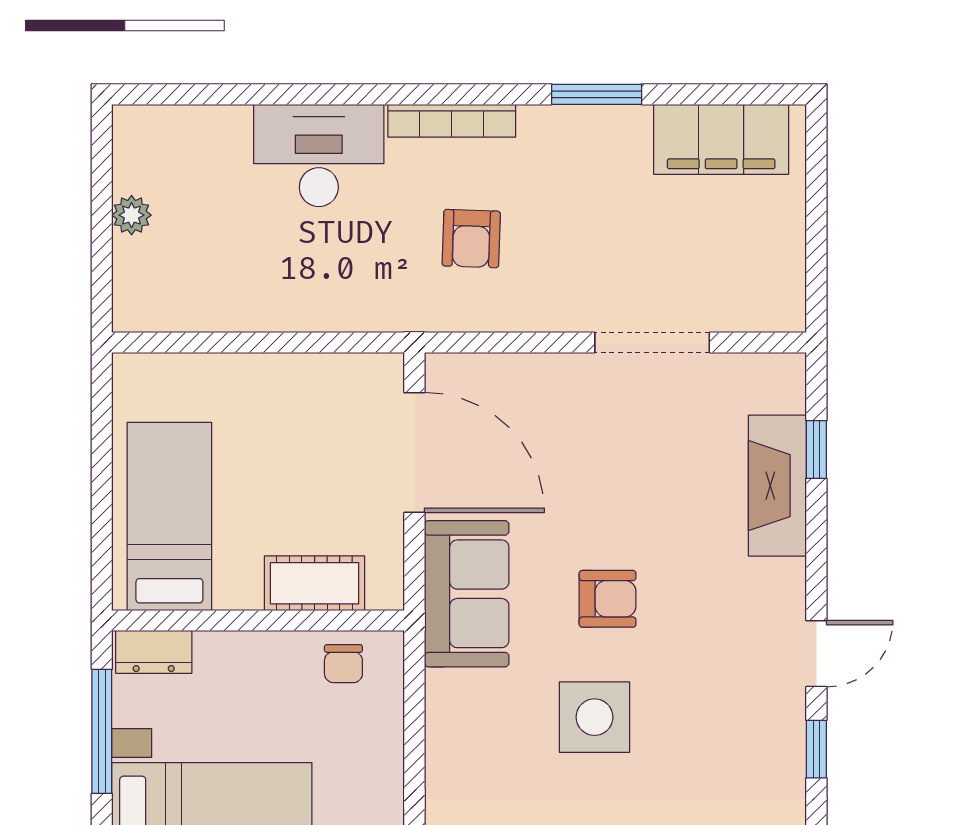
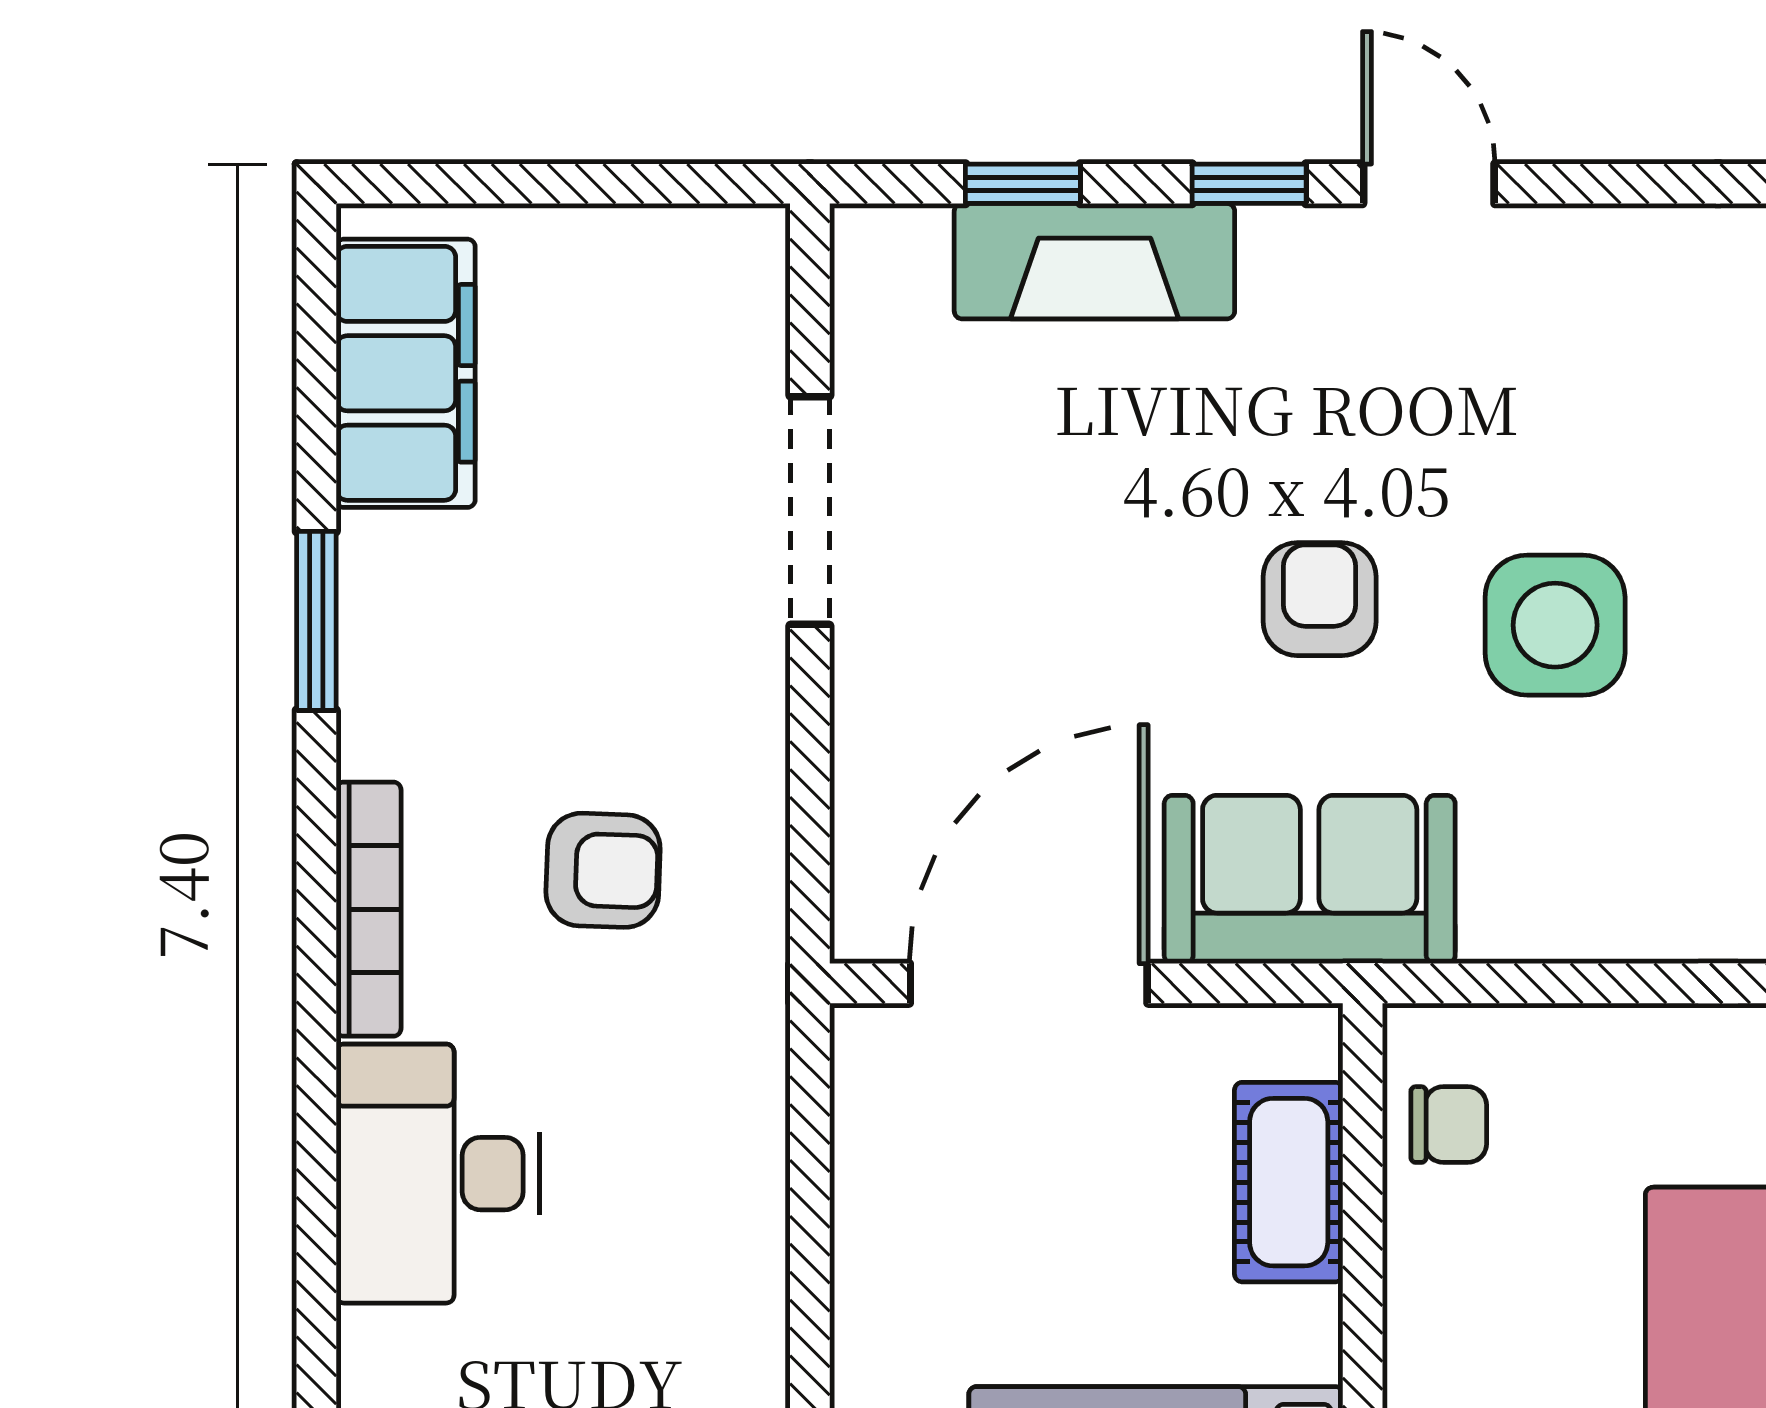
window: (816, 749) -> (1249, 184), moved

